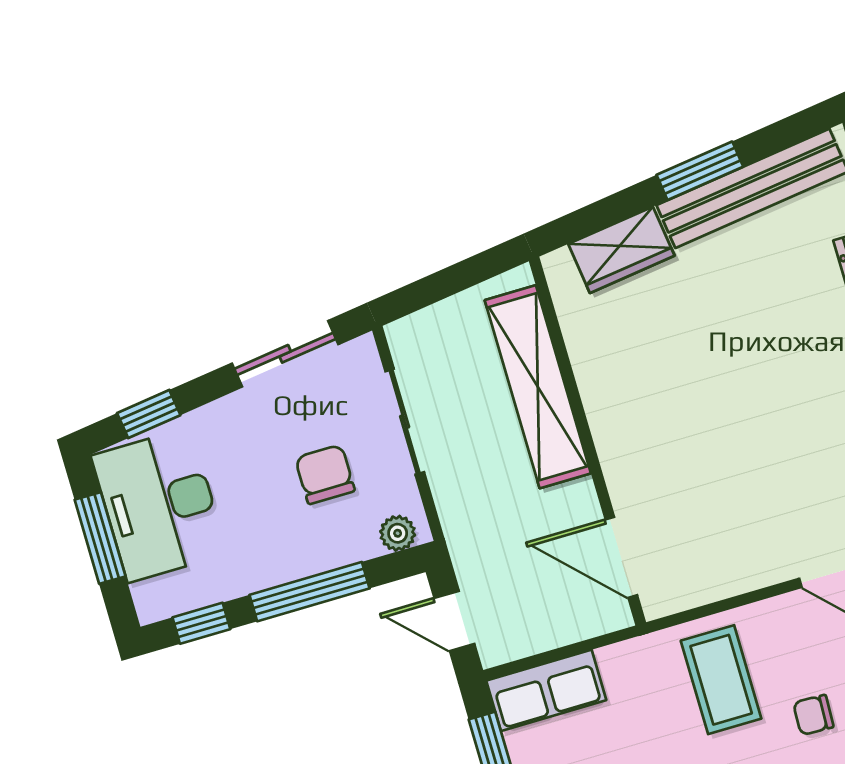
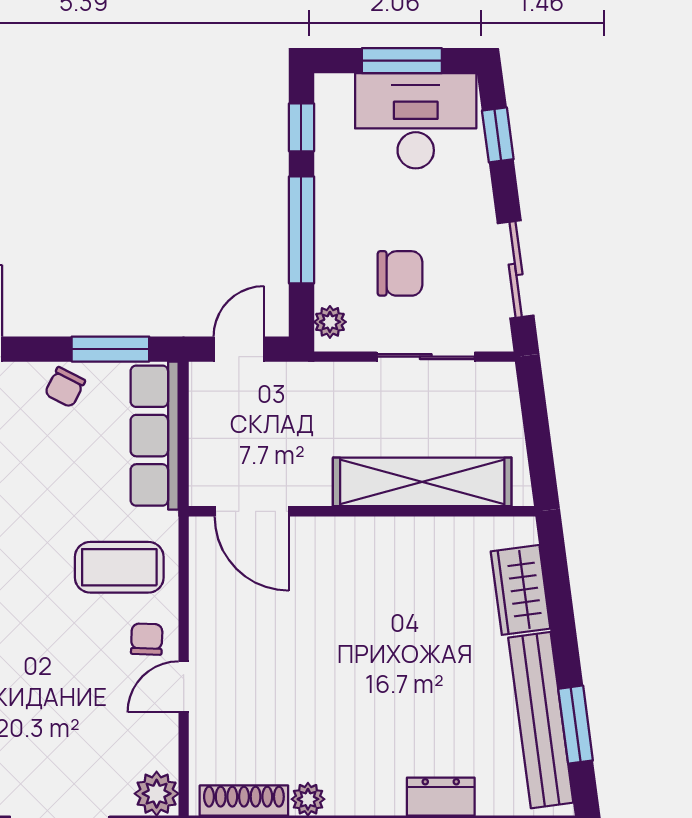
window: (700, 171) -> (576, 725), moved
door: (621, 557) -> (252, 511), swing flipped
row of seats: (546, 690) -> (155, 436), width x1.48
chair: (813, 715) -> (147, 639), moved

